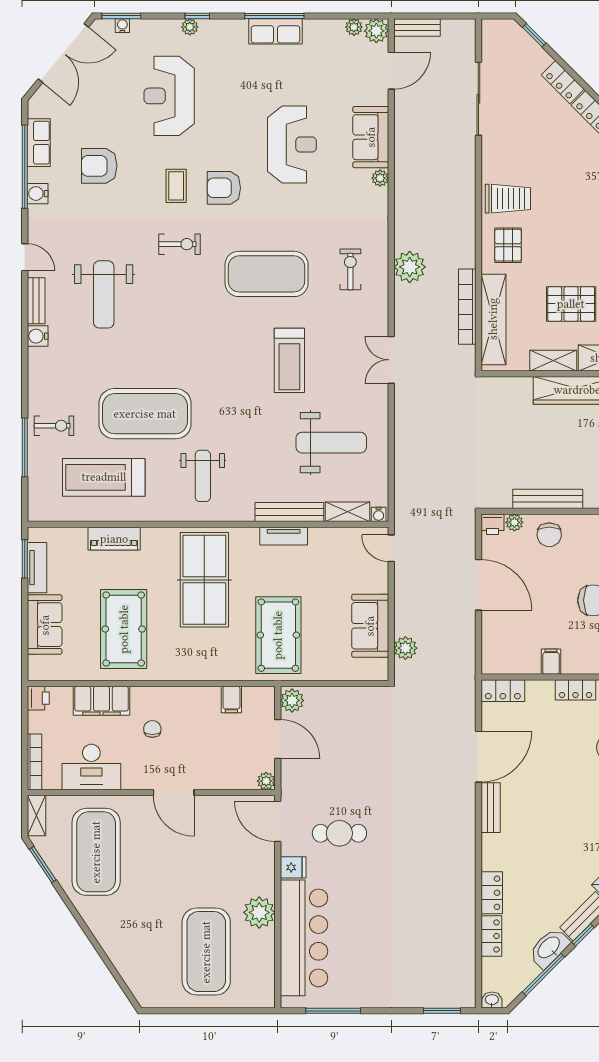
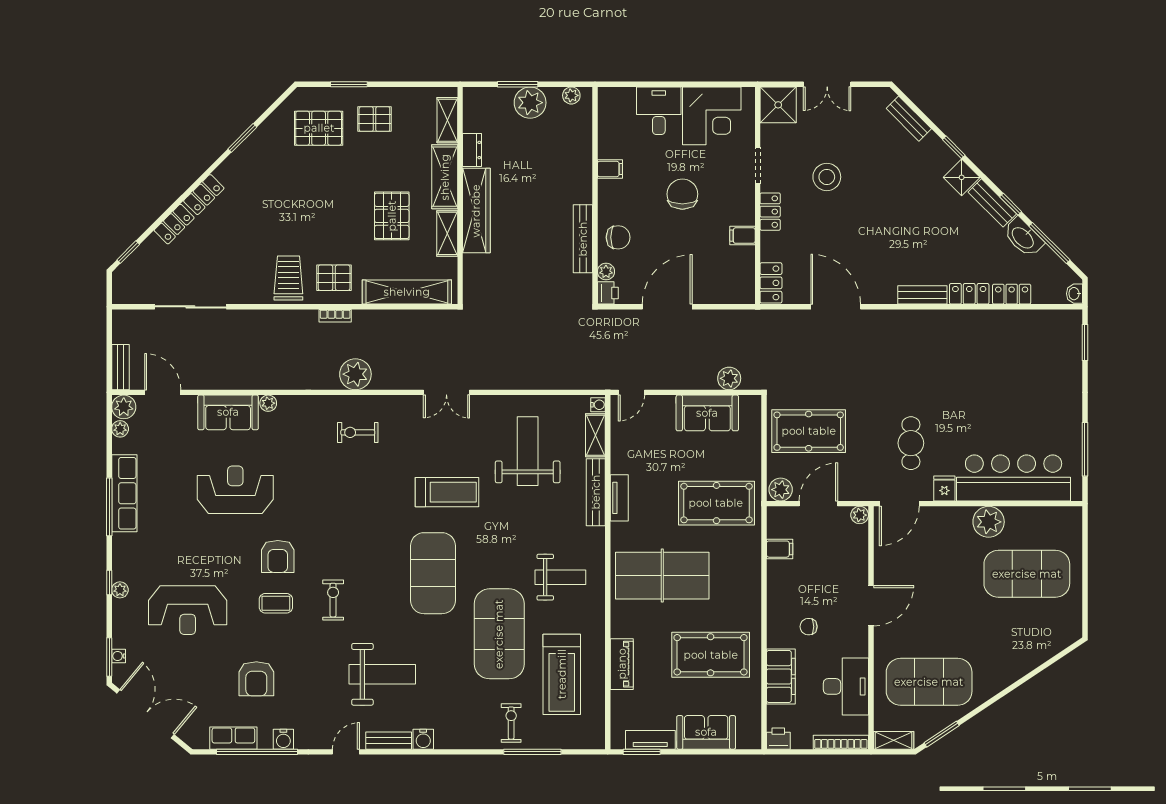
row of seats: (276, 31) -> (124, 493), width x1.48
exercise mat: (267, 274) -> (433, 573), moved
bookcase: (467, 307) -> (335, 316), moved, width x0.43, depth x0.76
pool table: (352, 729) -> (809, 431), added
bench: (491, 808) -> (922, 295), moved

